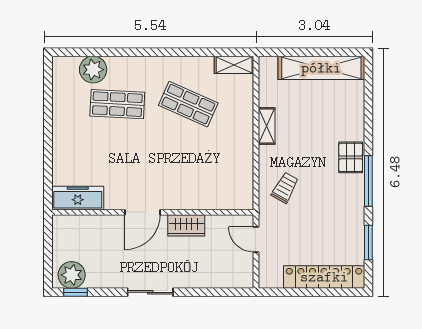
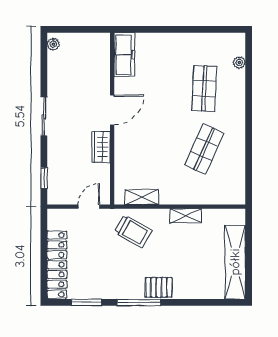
shelving: (234, 65) -> (142, 197), moved, turned 90
plant: (93, 70) -> (239, 62), width x0.53, depth x0.53
trolley: (285, 188) -> (133, 231), width x1.36, depth x1.39
door: (143, 212) -> (112, 110), swing flipped
plant: (72, 275) -> (53, 44), width x0.53, depth x0.53
window: (75, 292) -> (44, 178), moved

